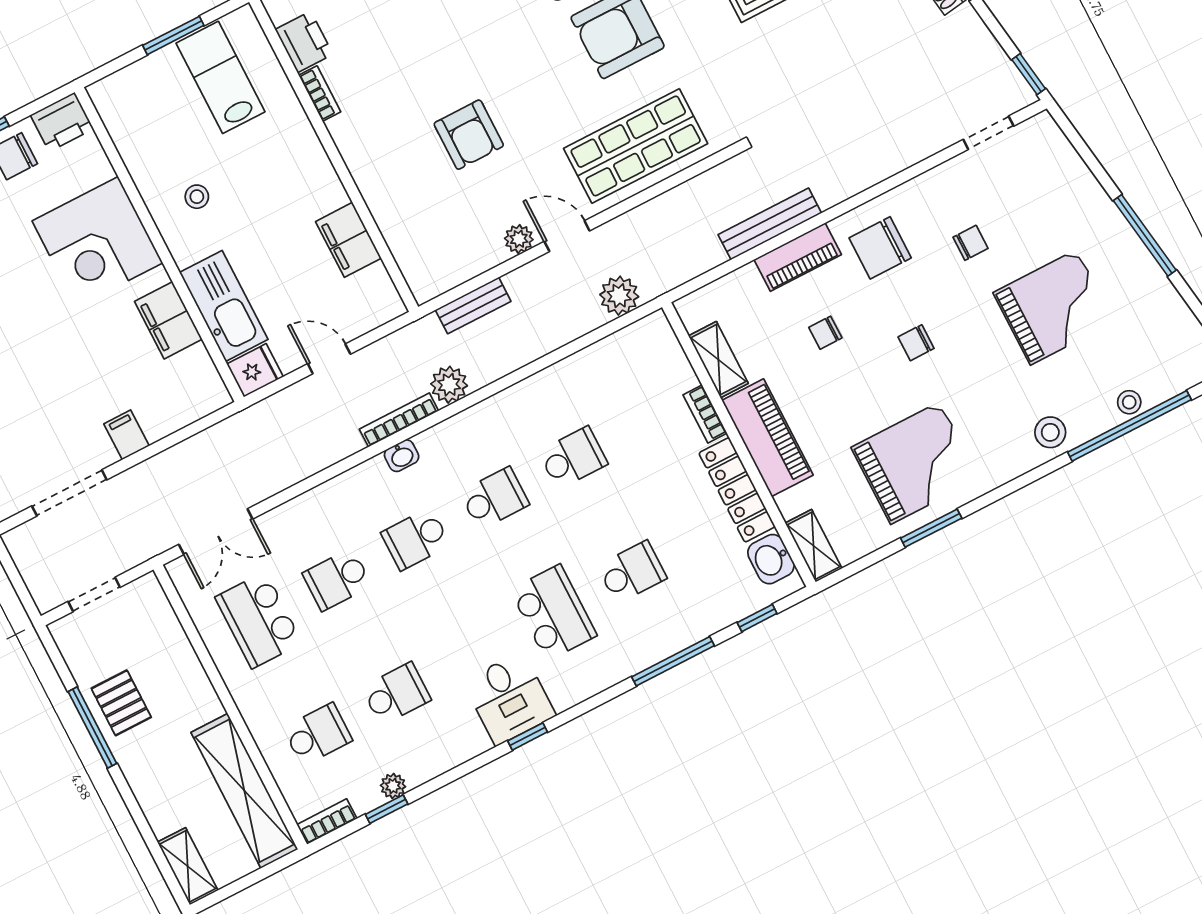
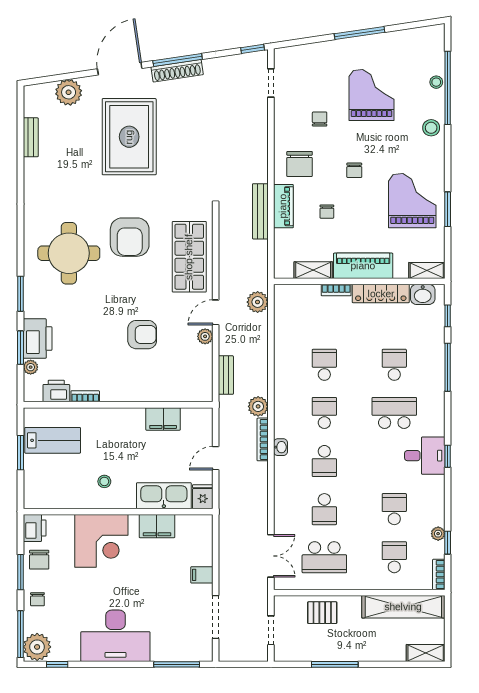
lab bench: (220, 77) -> (53, 440), turned 180
pallet: (121, 703) -> (322, 613), moved

